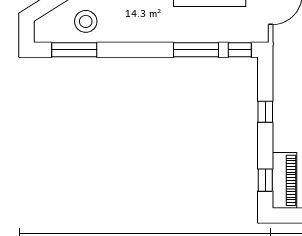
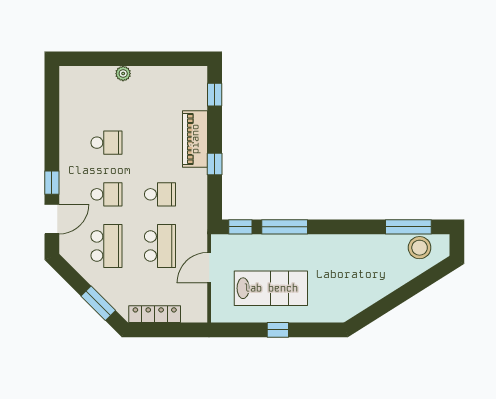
stool: (86, 21) -> (420, 248), moved
piano: (284, 180) -> (195, 139), moved

